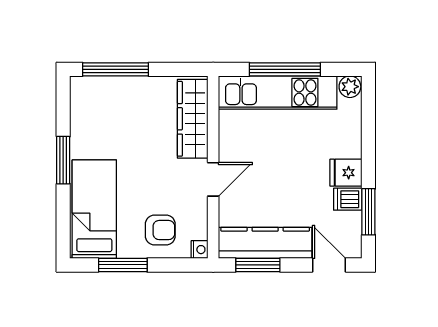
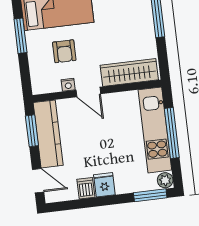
window: (368, 212) -> (150, 195), moved
armchair: (160, 230) -> (64, 51), moved
nightstand: (200, 250) -> (68, 85), moved
door: (329, 265) -> (38, 181), hinge flipped

